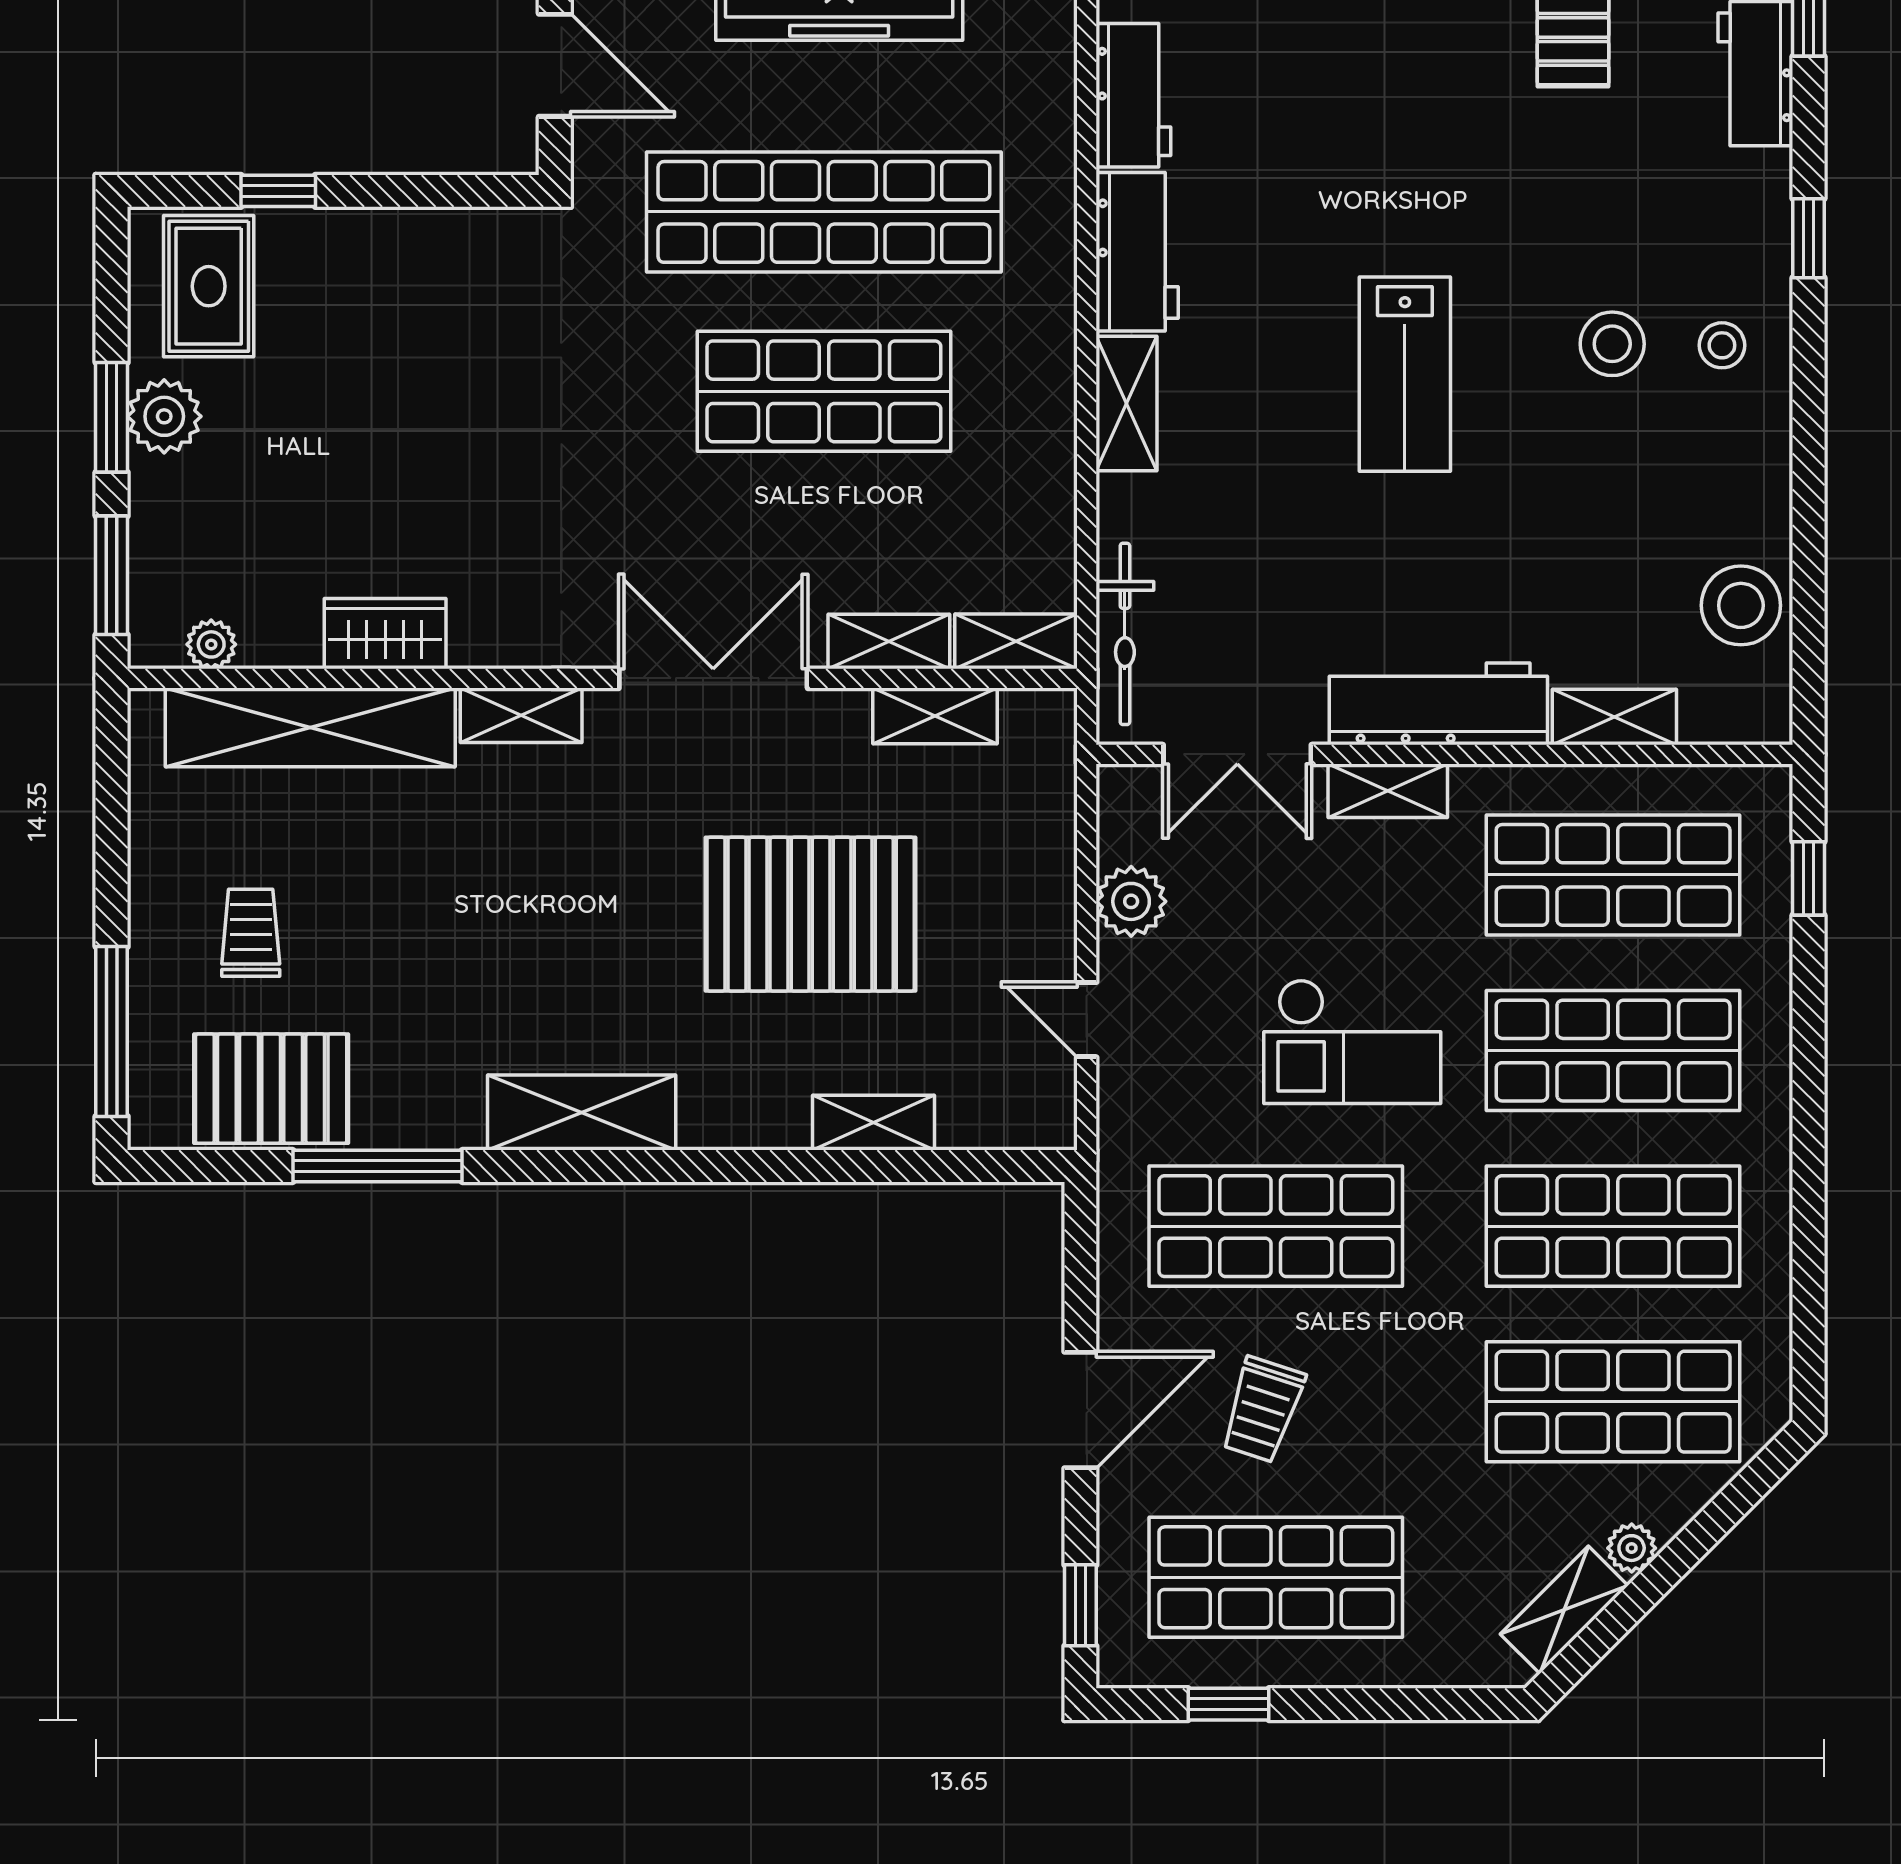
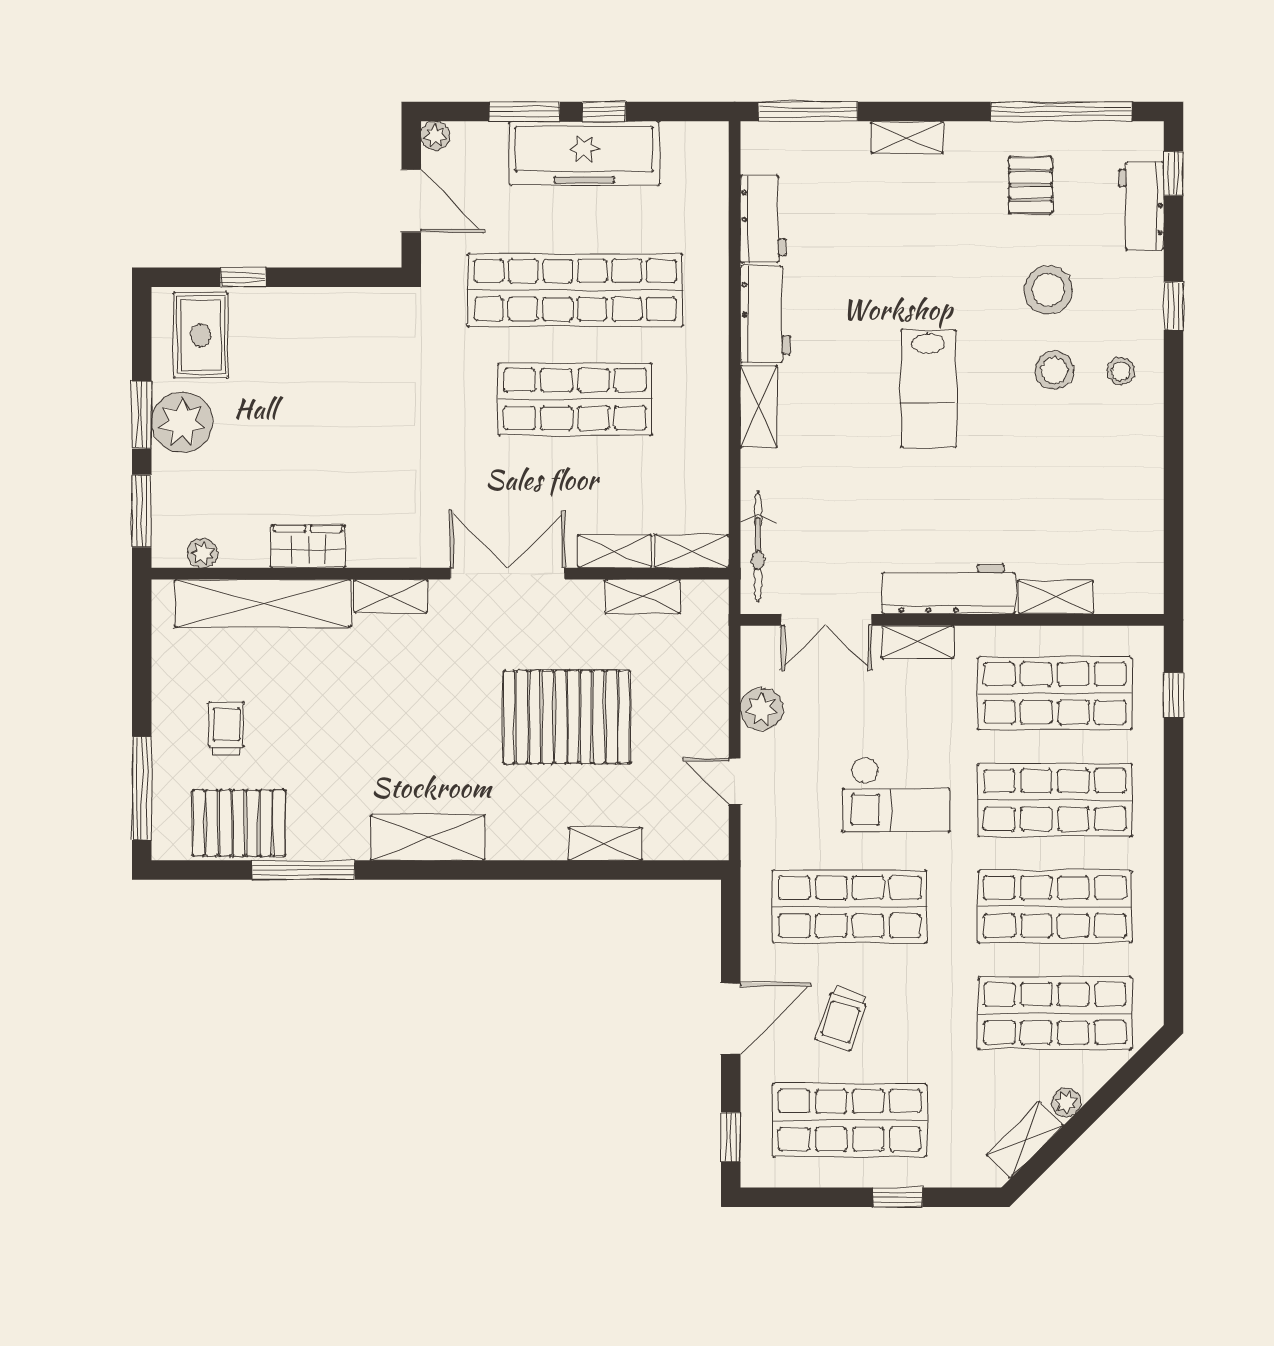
plant: (164, 416) -> (182, 422), width x1.36, depth x1.36
stool: (1741, 605) -> (1048, 290), moved
window: (1228, 1704) -> (898, 1197), moved

